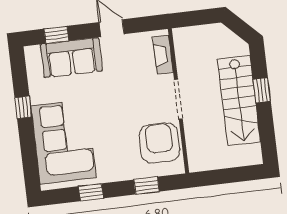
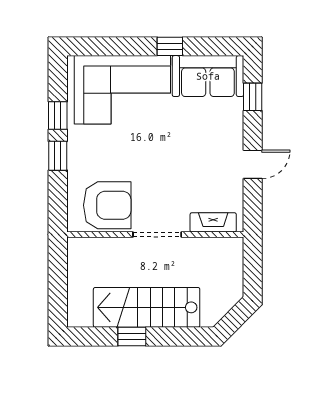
sofa: (71, 58) -> (208, 76), moved, turned -90
window: (262, 90) -> (132, 336), moved
window: (147, 186) -> (58, 156), moved

